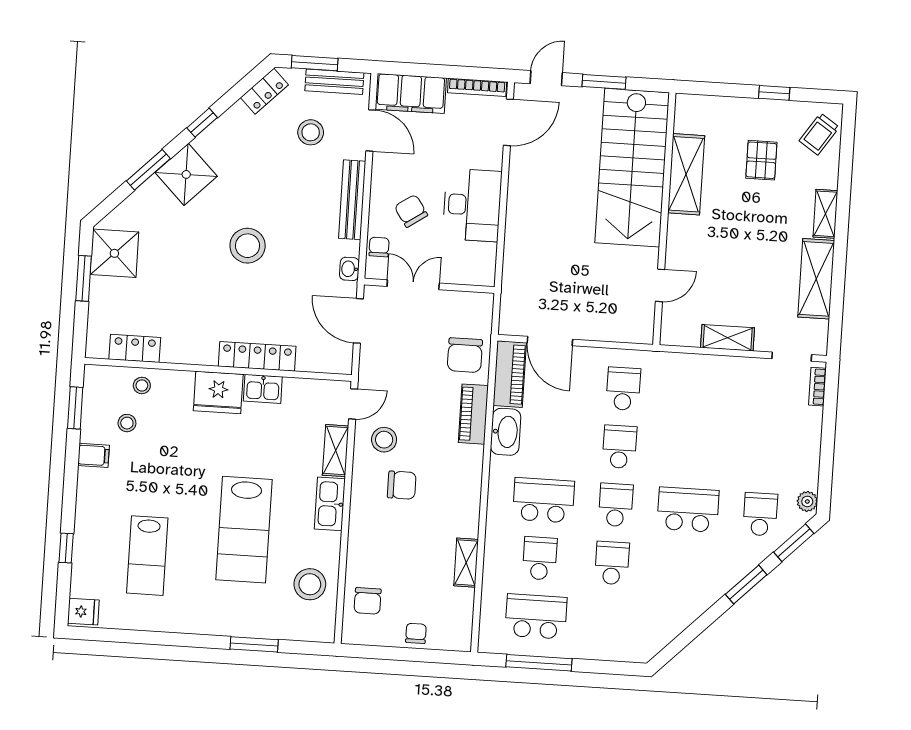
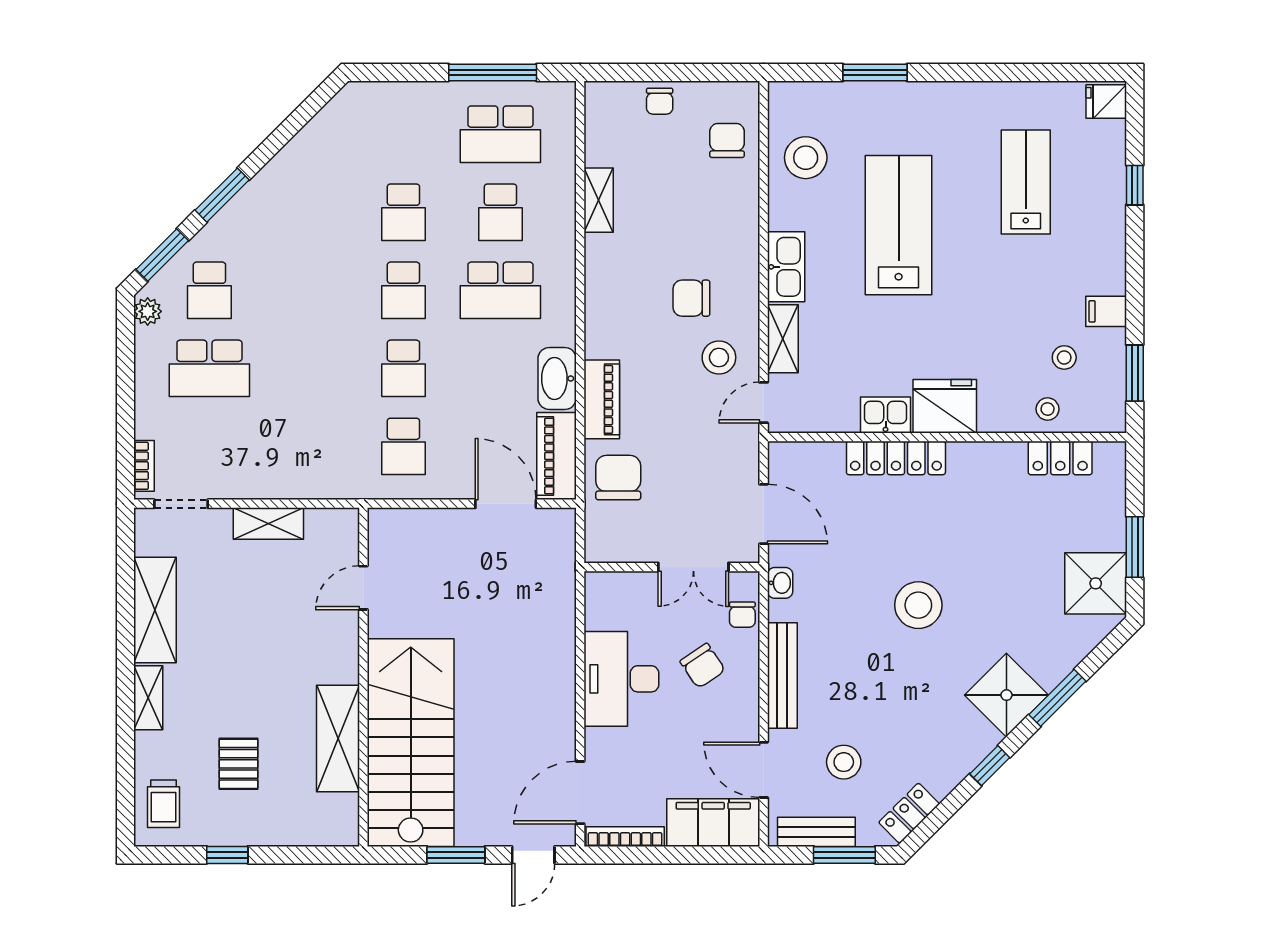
trolley: (819, 134) -> (163, 804), turned 146
school desk: (688, 510) -> (209, 368), moved

